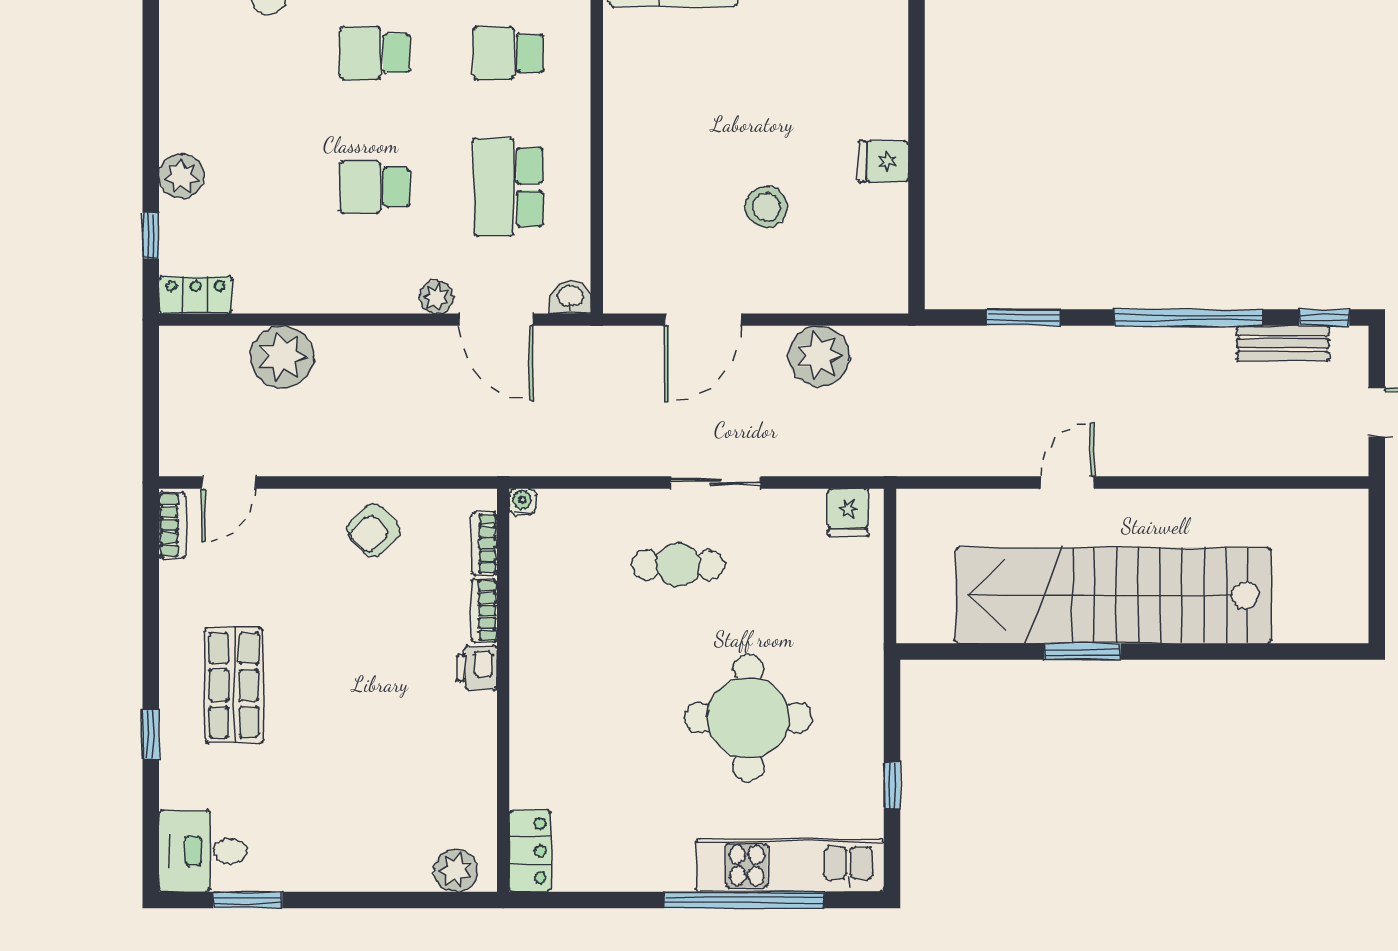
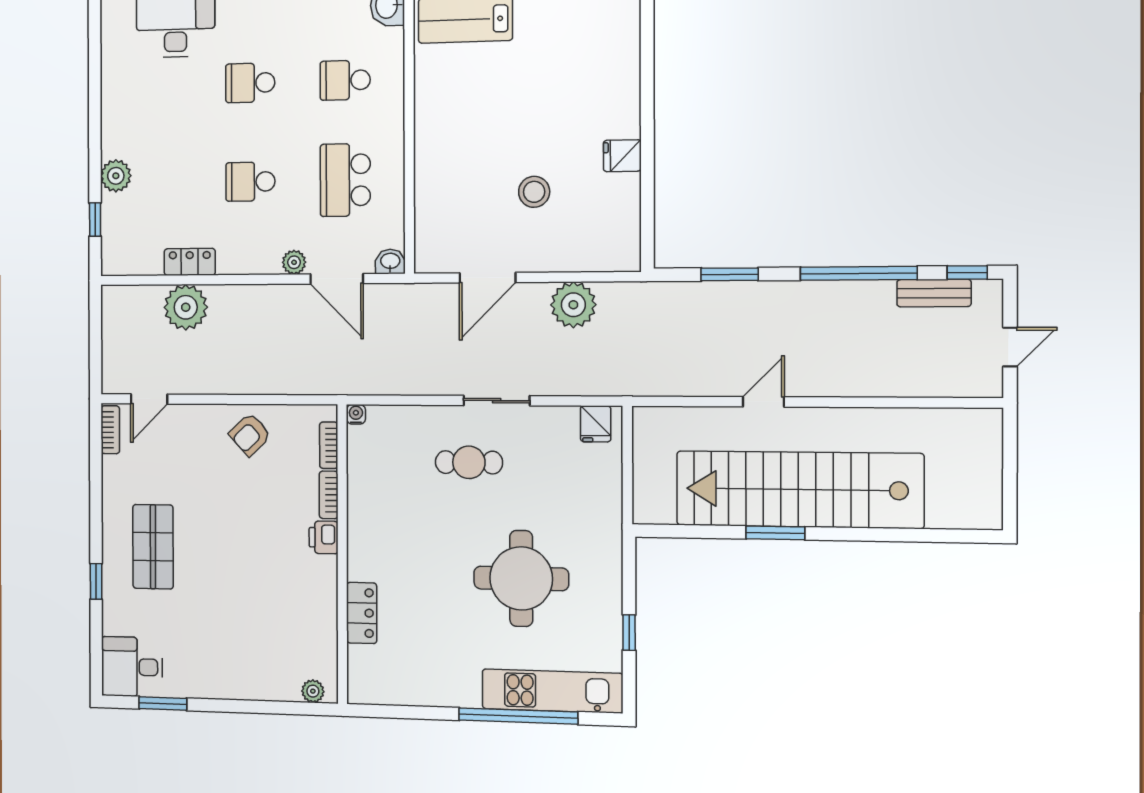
locker: (195, 295) -> (190, 262), moved
locker: (530, 851) -> (362, 613), moved
plant: (456, 870) -> (313, 691), width x0.73, depth x0.73

